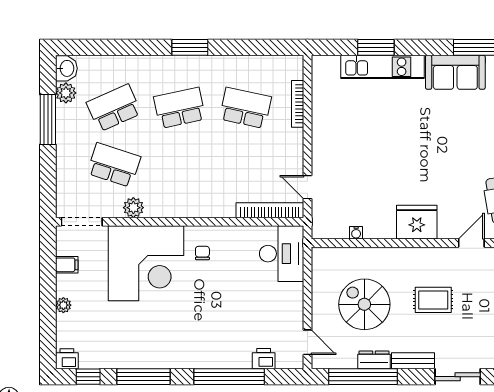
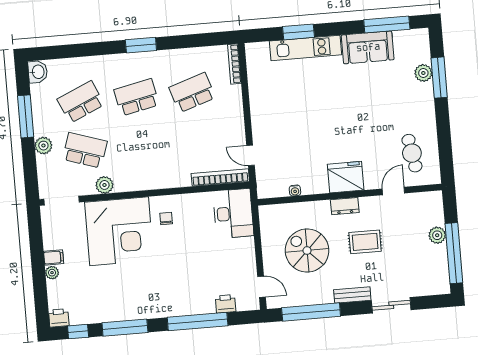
plant: (66, 93) -> (43, 146), moved
bookcase: (298, 104) -> (234, 64), moved
school desk: (245, 108) -> (192, 93), turned -30
filing cabinet: (67, 265) -> (54, 257), moved
dresser: (374, 360) -> (345, 206), moved, turned 180

